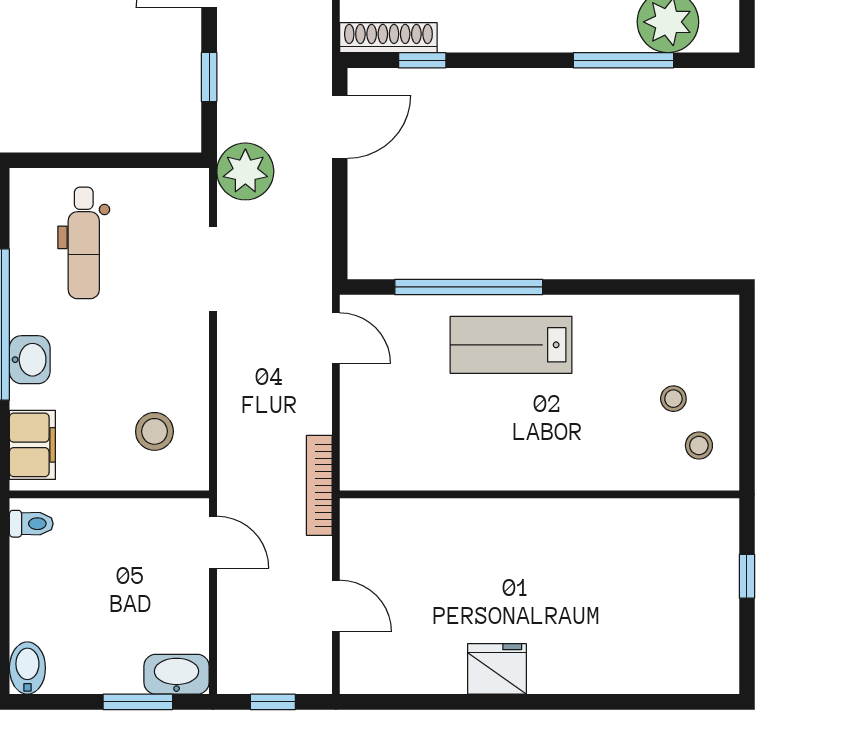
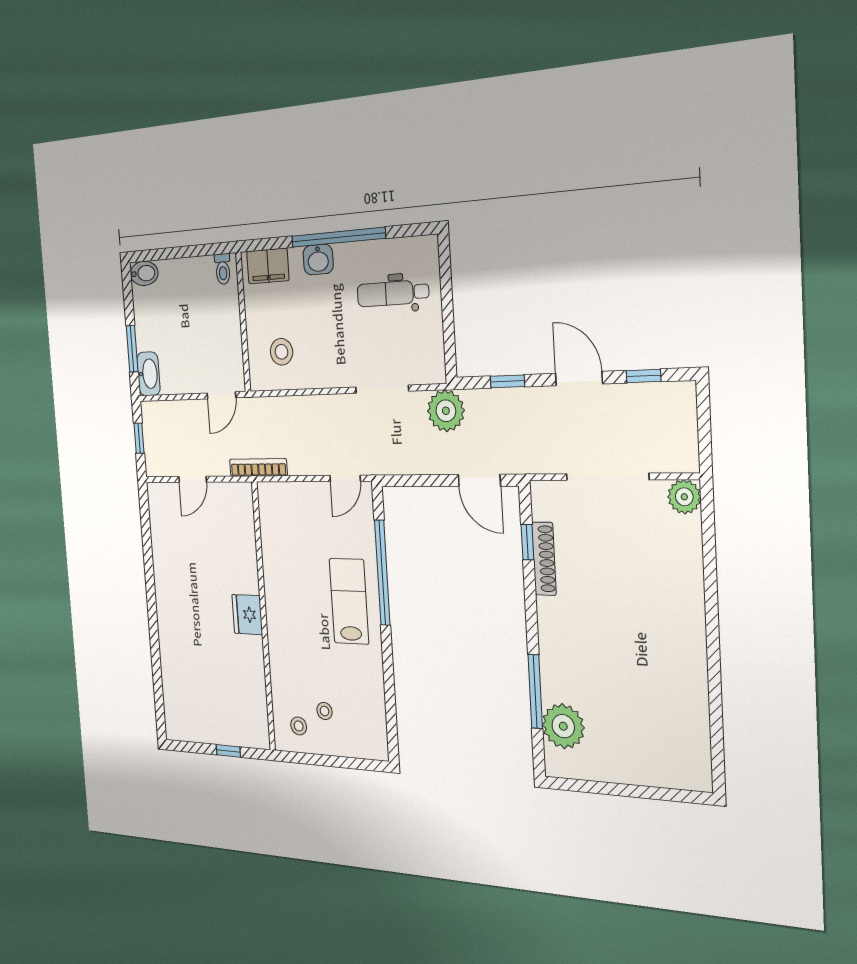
shoe rack: (388, 38) -> (544, 559), moved
fridge: (497, 669) -> (247, 615), moved, turned 180

